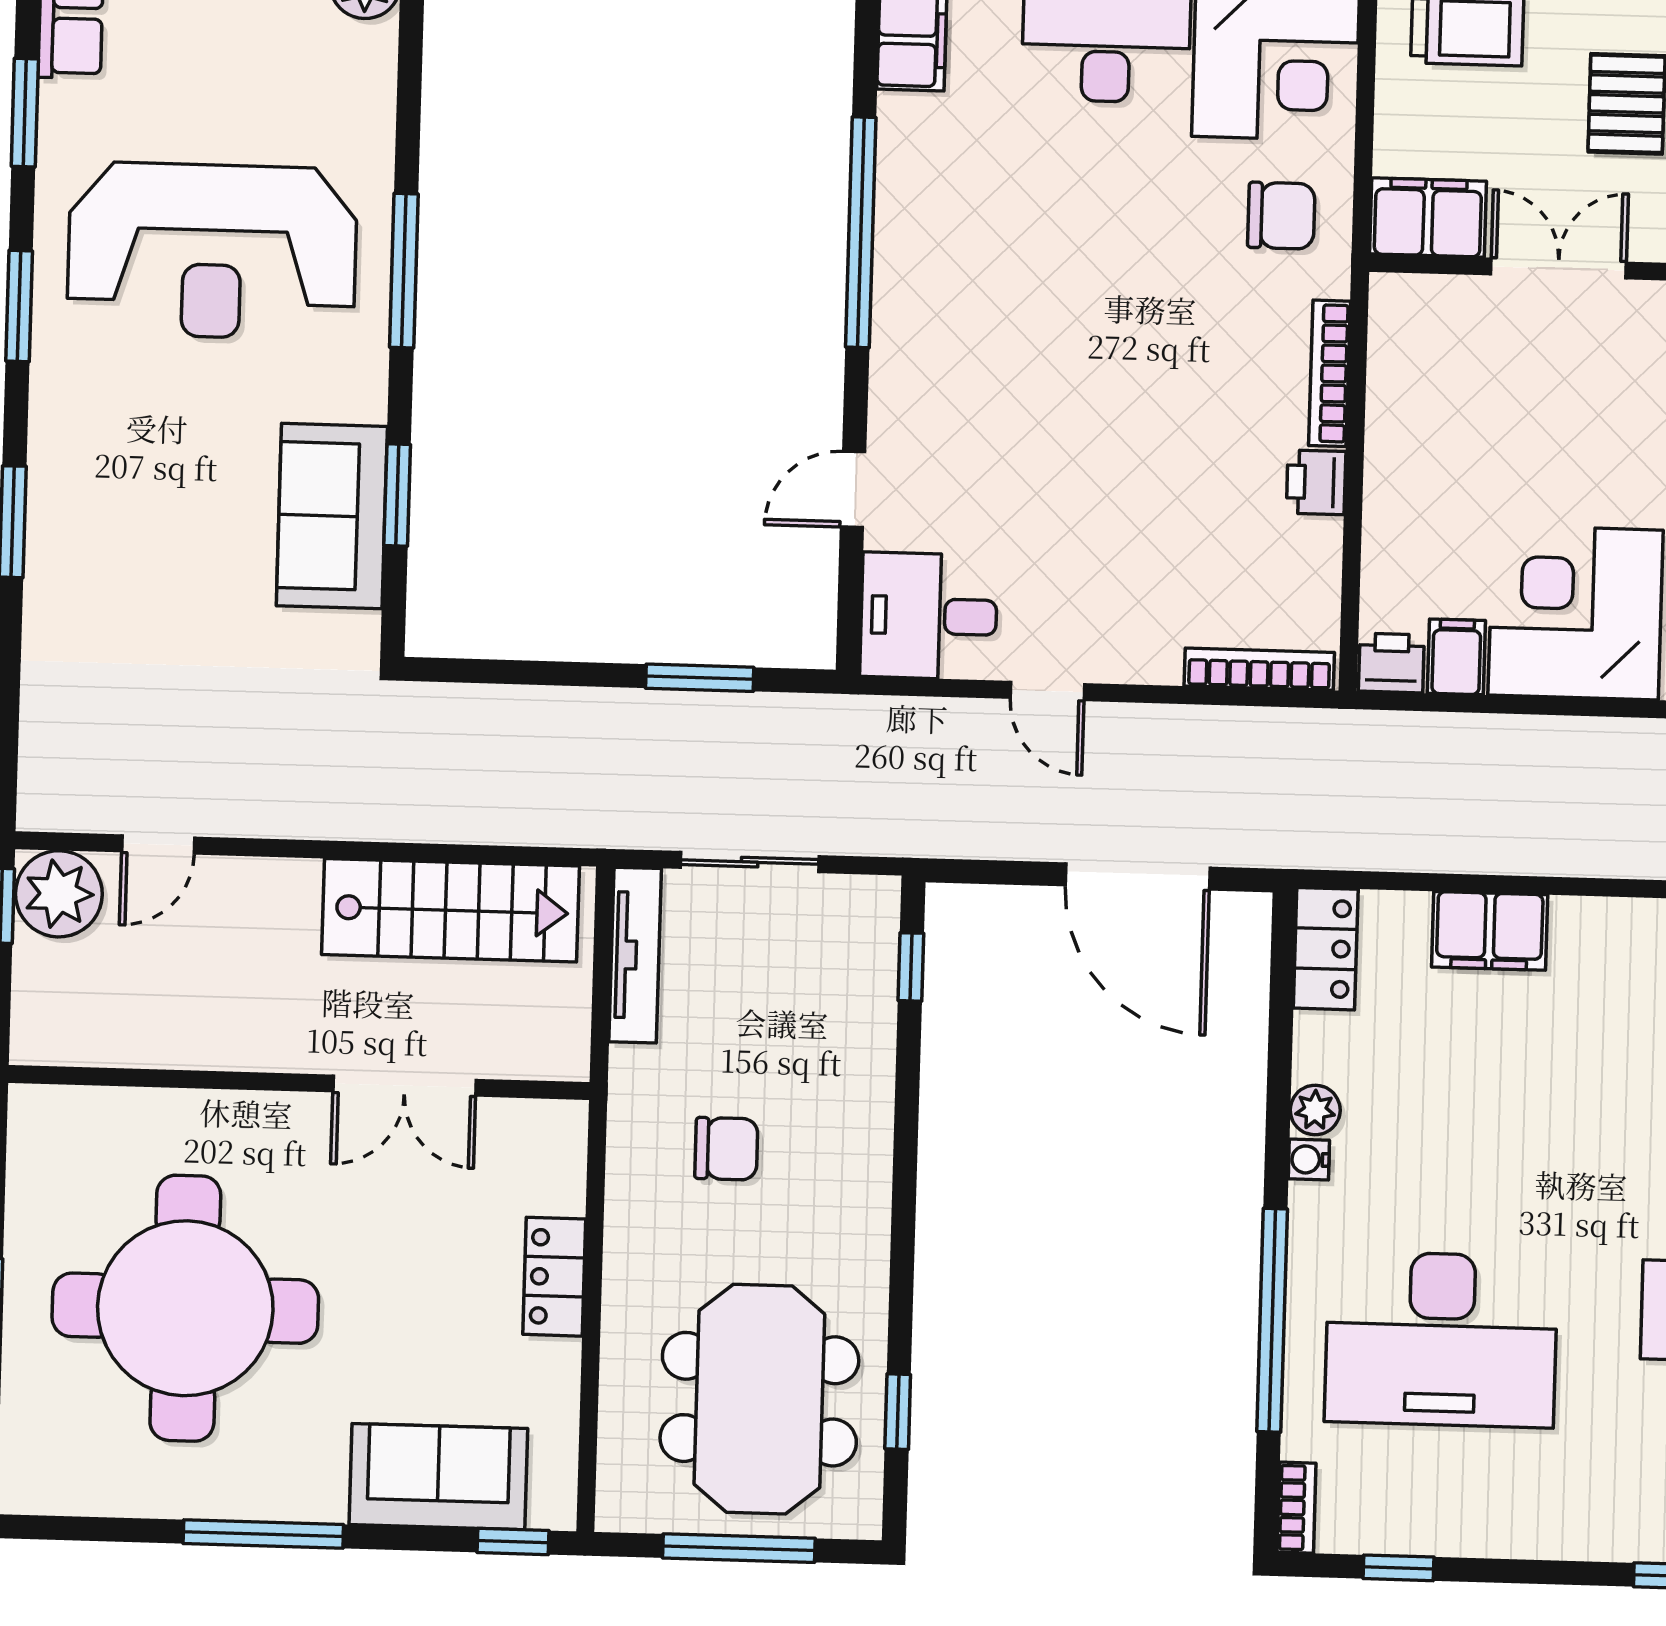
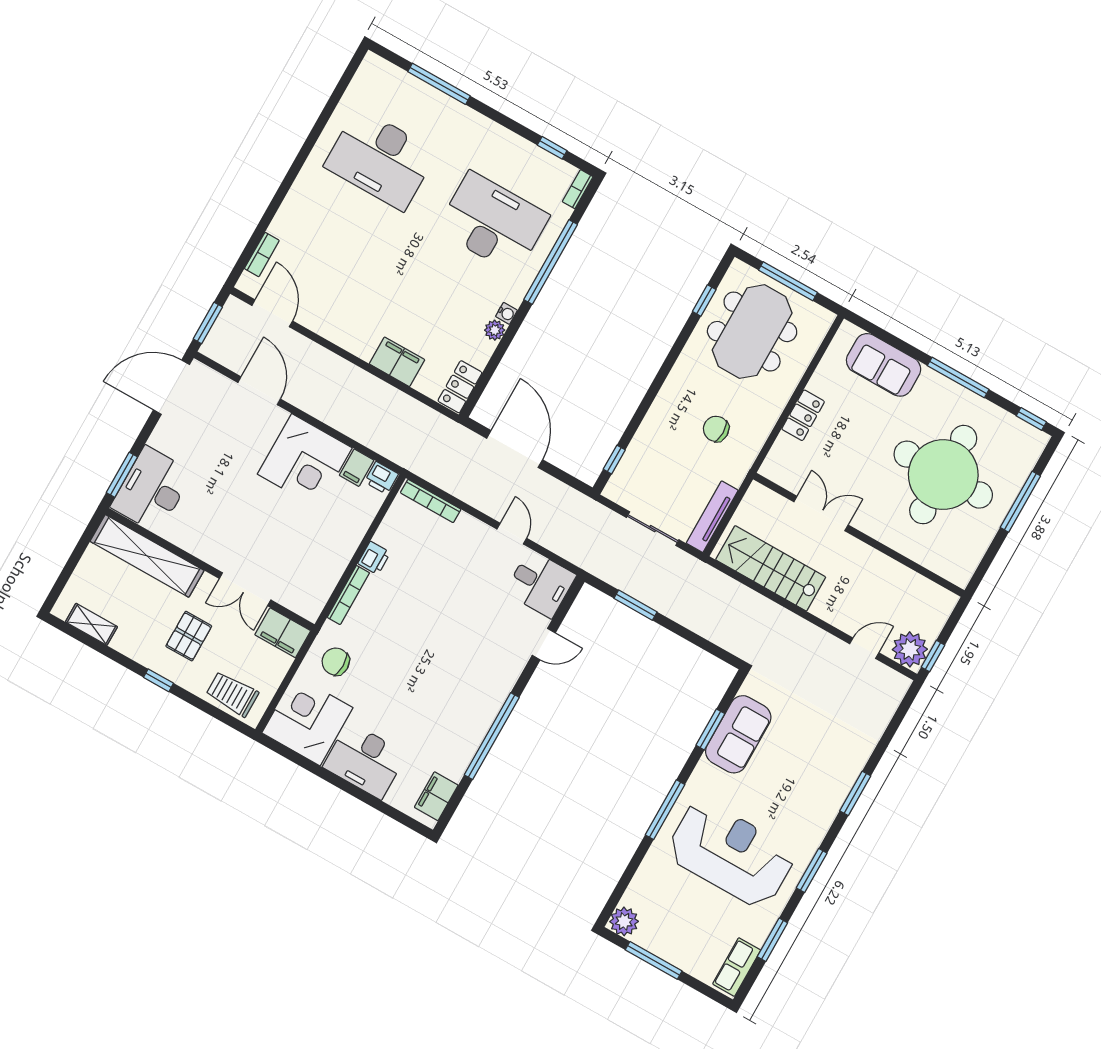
window: (513, 1542) -> (1031, 419), moved

